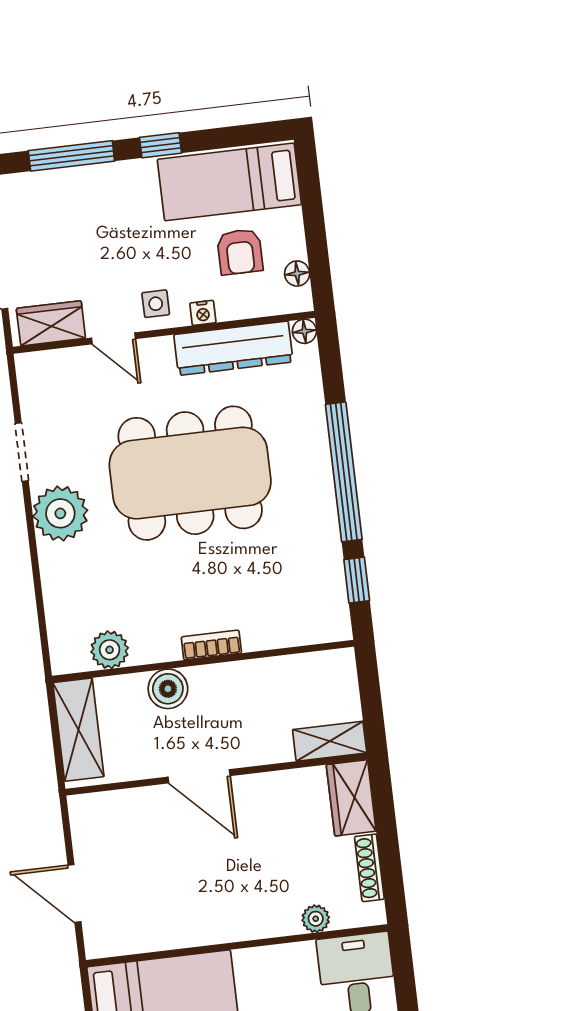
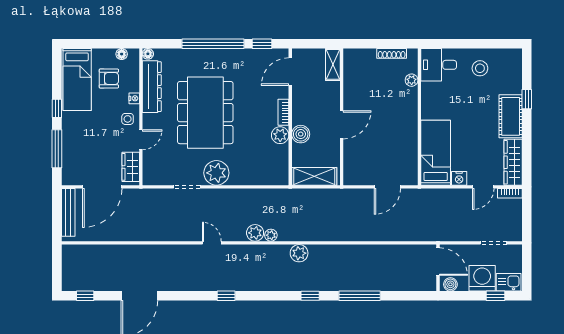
door: (303, 649) -> (290, 72), added
plant: (110, 650) -> (280, 135), moved
wardrobe: (351, 798) -> (359, 58), removed

